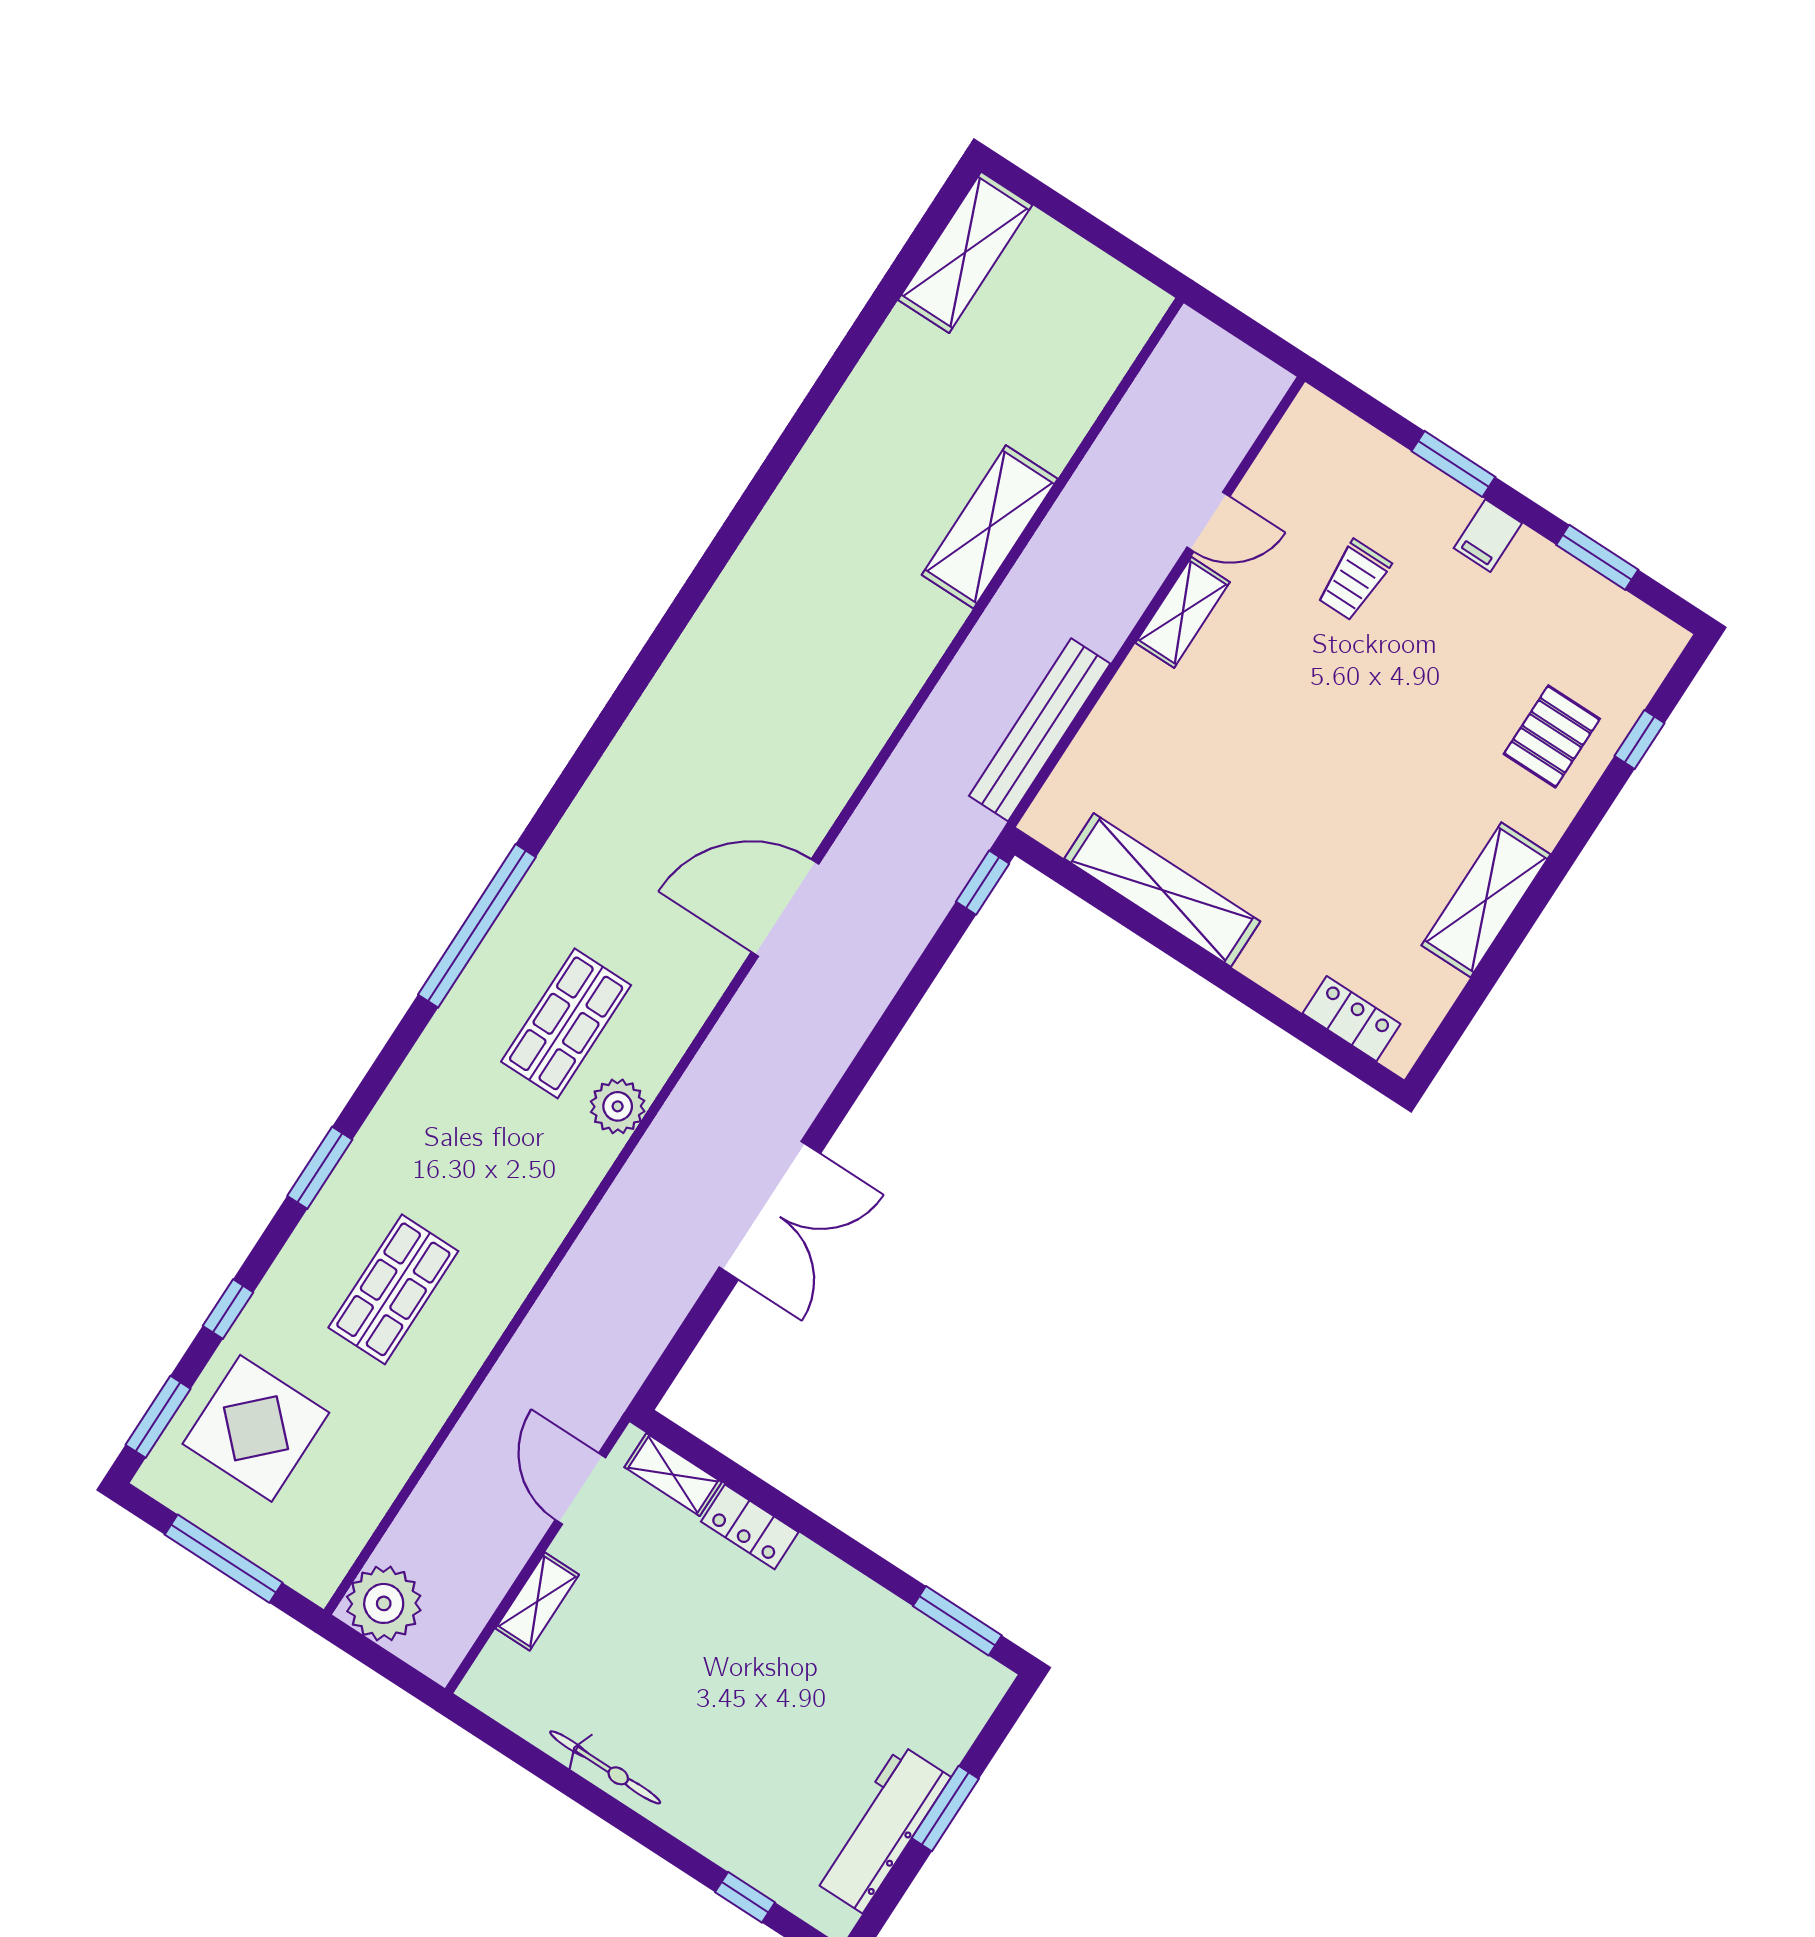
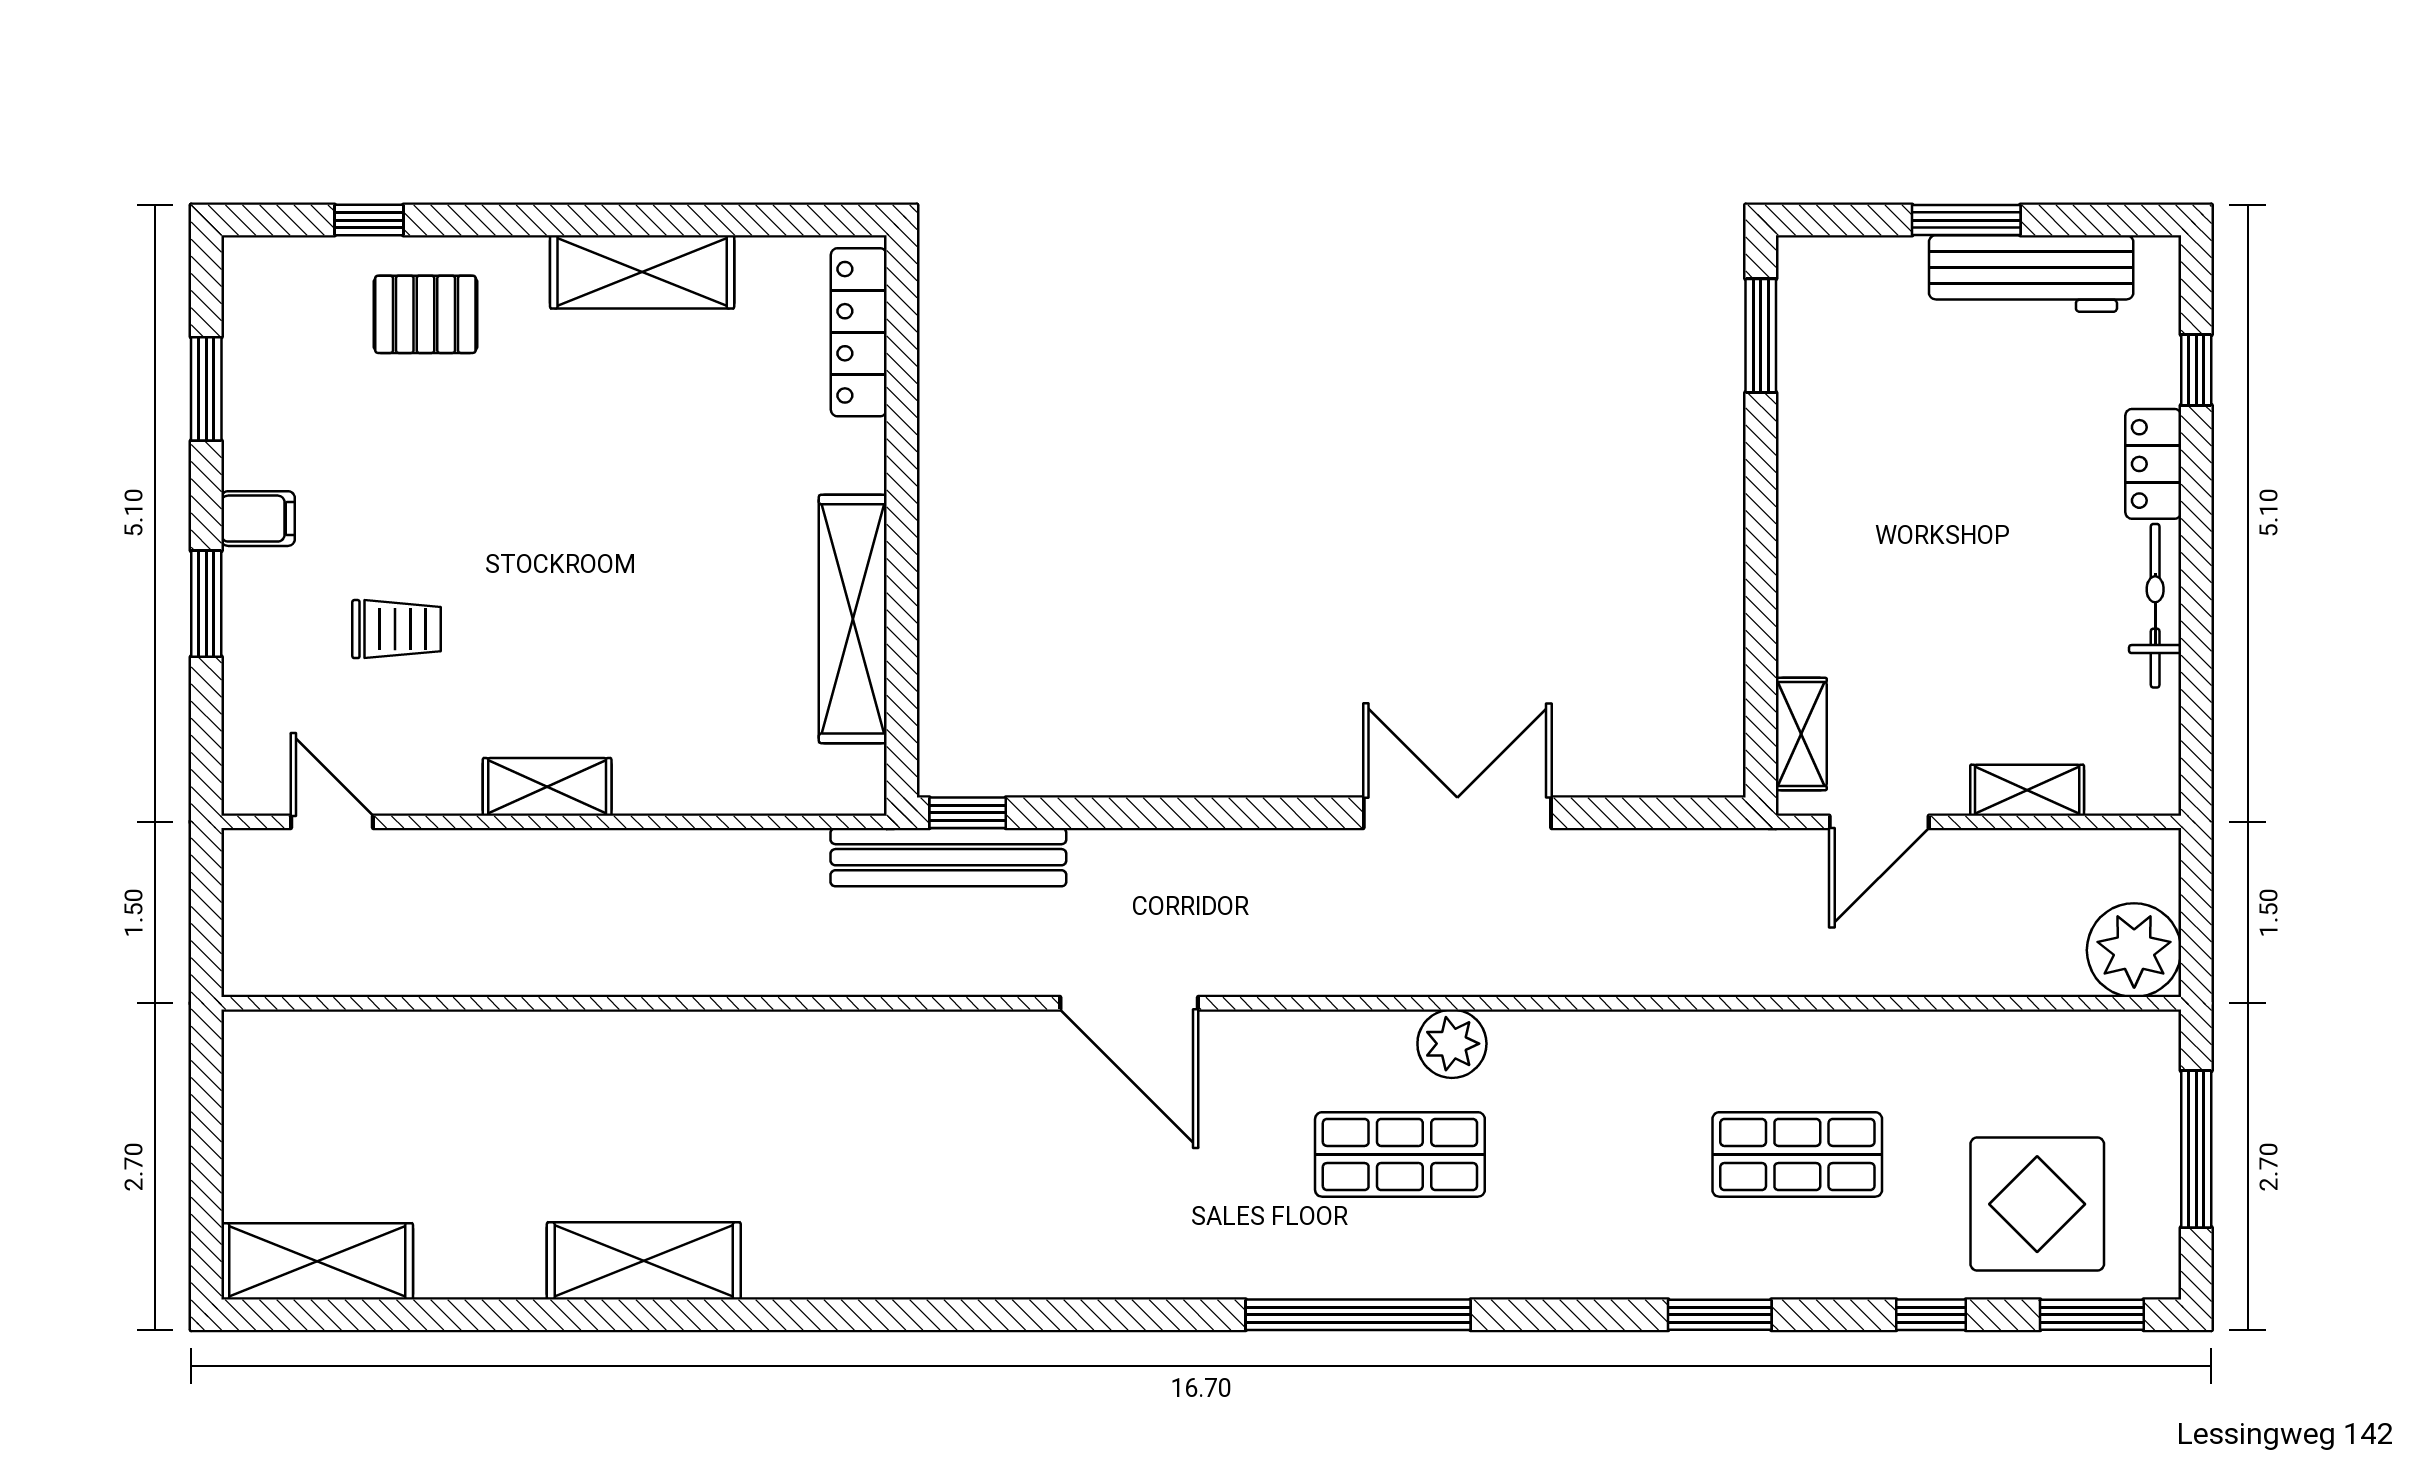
door: (1208, 522) -> (332, 822), moved
shelving: (990, 527) -> (644, 1261), moved
bench: (1040, 730) -> (948, 857), moved
locker: (1351, 1019) -> (859, 332), width x1.53
locker: (750, 1527) -> (2153, 464), moved, turned 180

